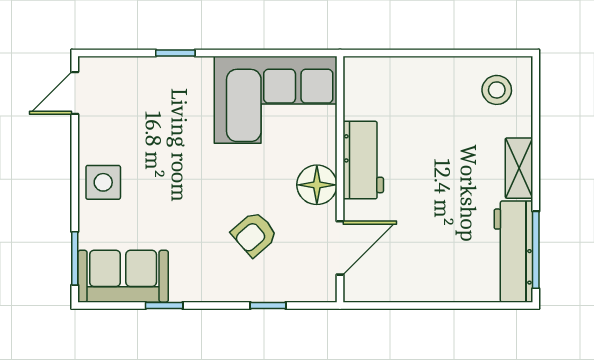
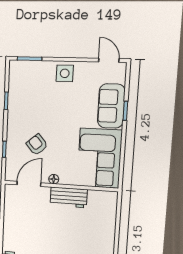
floor lamp: (317, 185) -> (54, 179), width x0.53, depth x0.53
door: (340, 248) -> (29, 184), swing flipped
sofa: (123, 276) -> (111, 106), moved, turned 180

